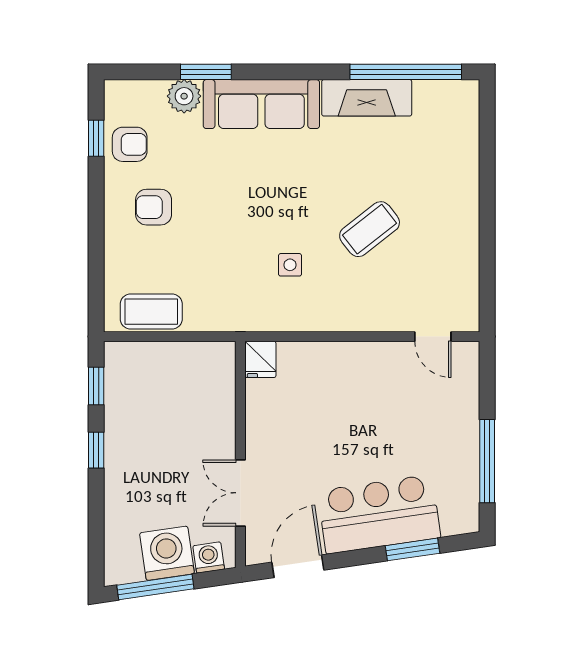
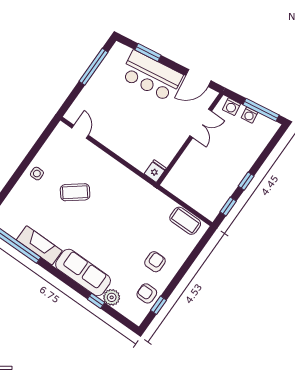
window: (206, 72) -> (96, 301), width x0.67
armchair: (154, 207) -> (155, 262), turned -90
side table: (290, 265) -> (37, 174), moved
washing machine: (167, 553) -> (249, 115), width x0.53, depth x0.53

